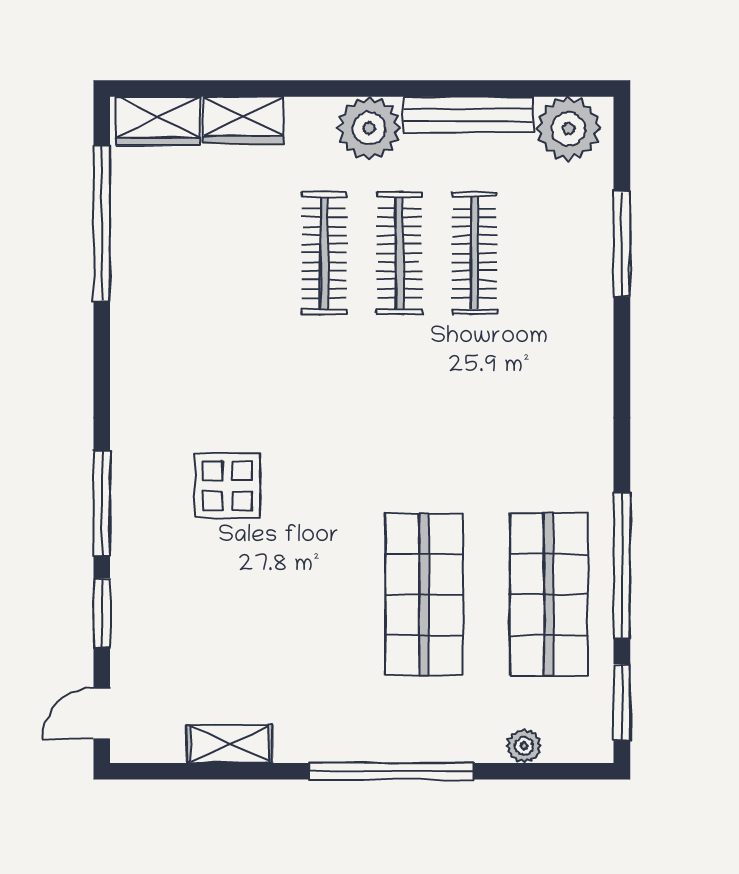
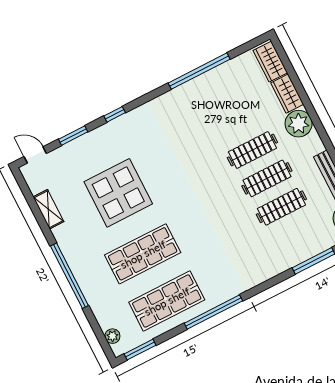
plant: (369, 128) -> (299, 124), moved
window: (102, 223) -> (199, 71), moved
display table: (227, 486) -> (118, 193), moved, width x1.86, depth x1.86
window: (102, 503) -> (115, 114), width x0.46
window: (622, 565) -> (213, 312), moved
plant: (524, 746) -> (112, 336), moved

